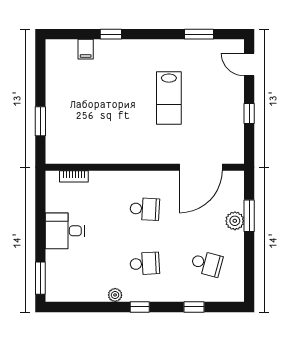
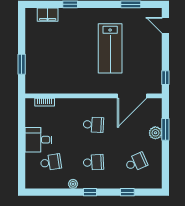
filing cabinet: (86, 49) -> (48, 15), width x2.00
lab bench: (169, 98) -> (110, 48), width x1.36, depth x1.39
window: (249, 114) -> (165, 78), moved
school desk: (83, 264) -> (51, 162), added
school desk: (207, 264) -> (136, 162), turned -39
window: (40, 278) -> (22, 172), removed

